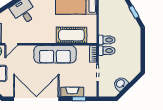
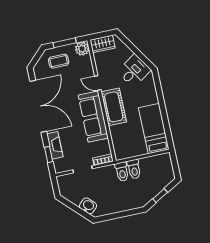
cot: (72, 35) -> (114, 107), moved
door: (11, 44) -> (98, 83), moved
toilet: (107, 51) -> (134, 169), moved
washbasin: (121, 84) -> (88, 206), moved

